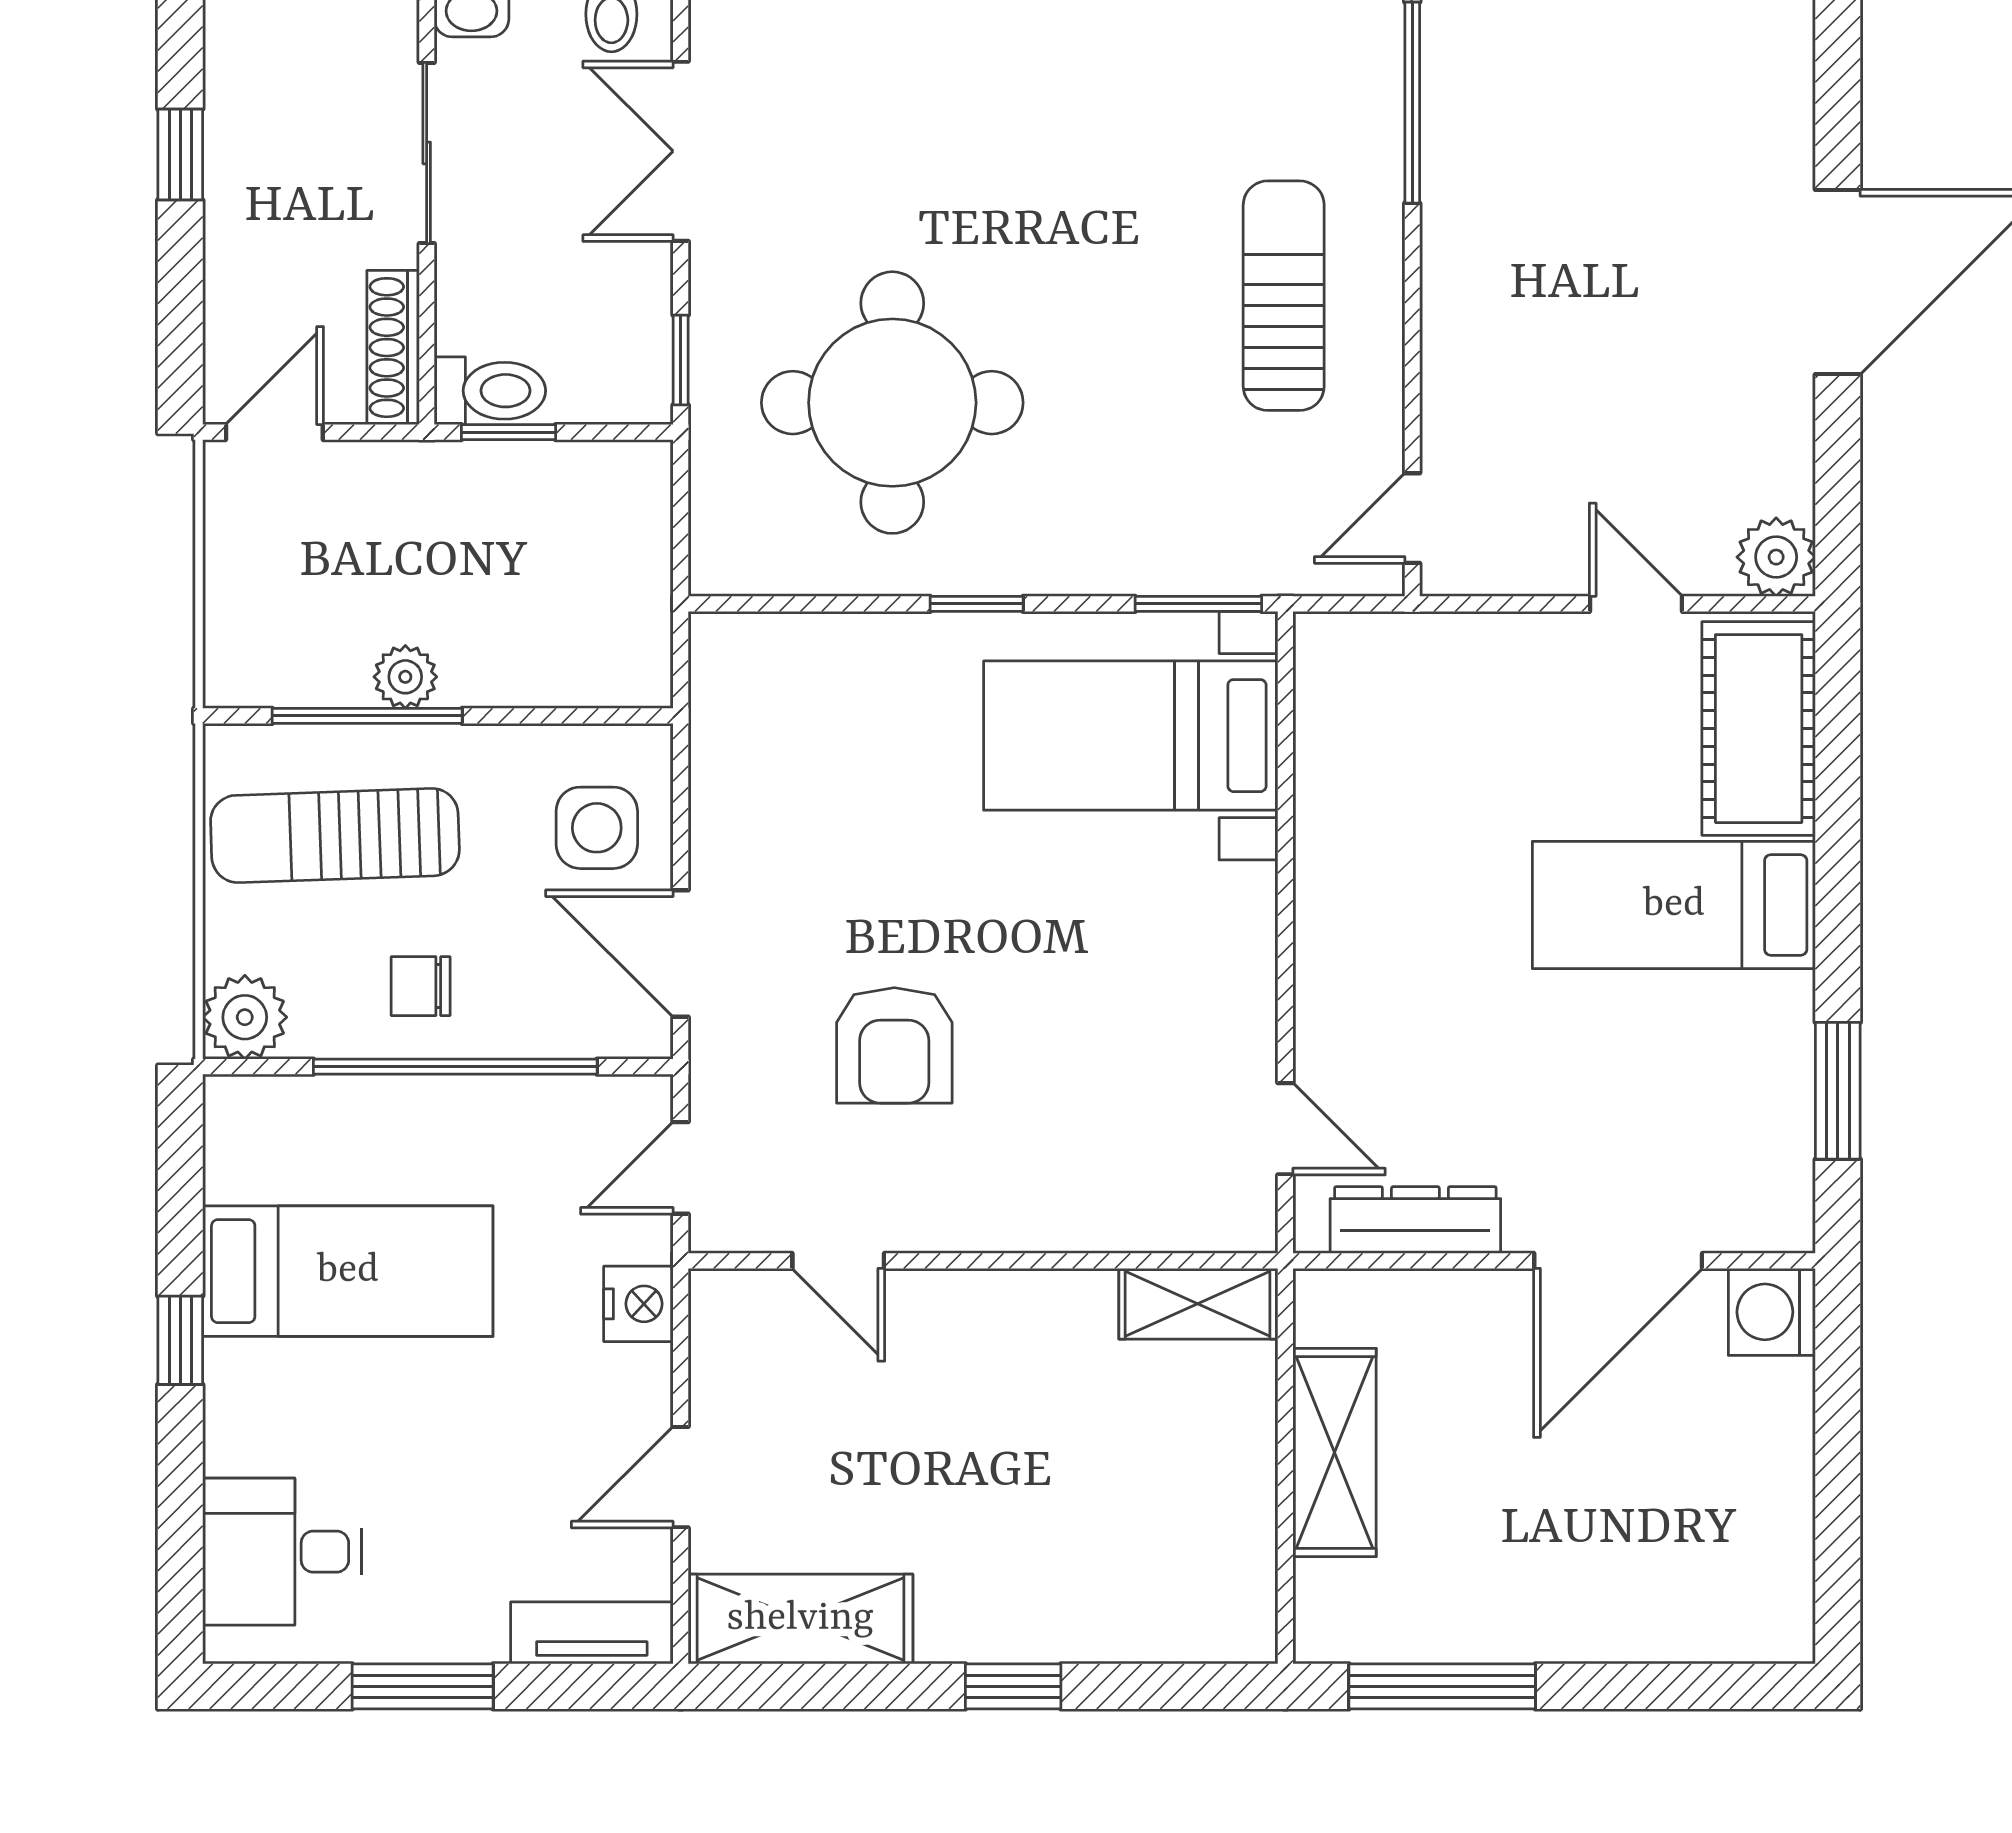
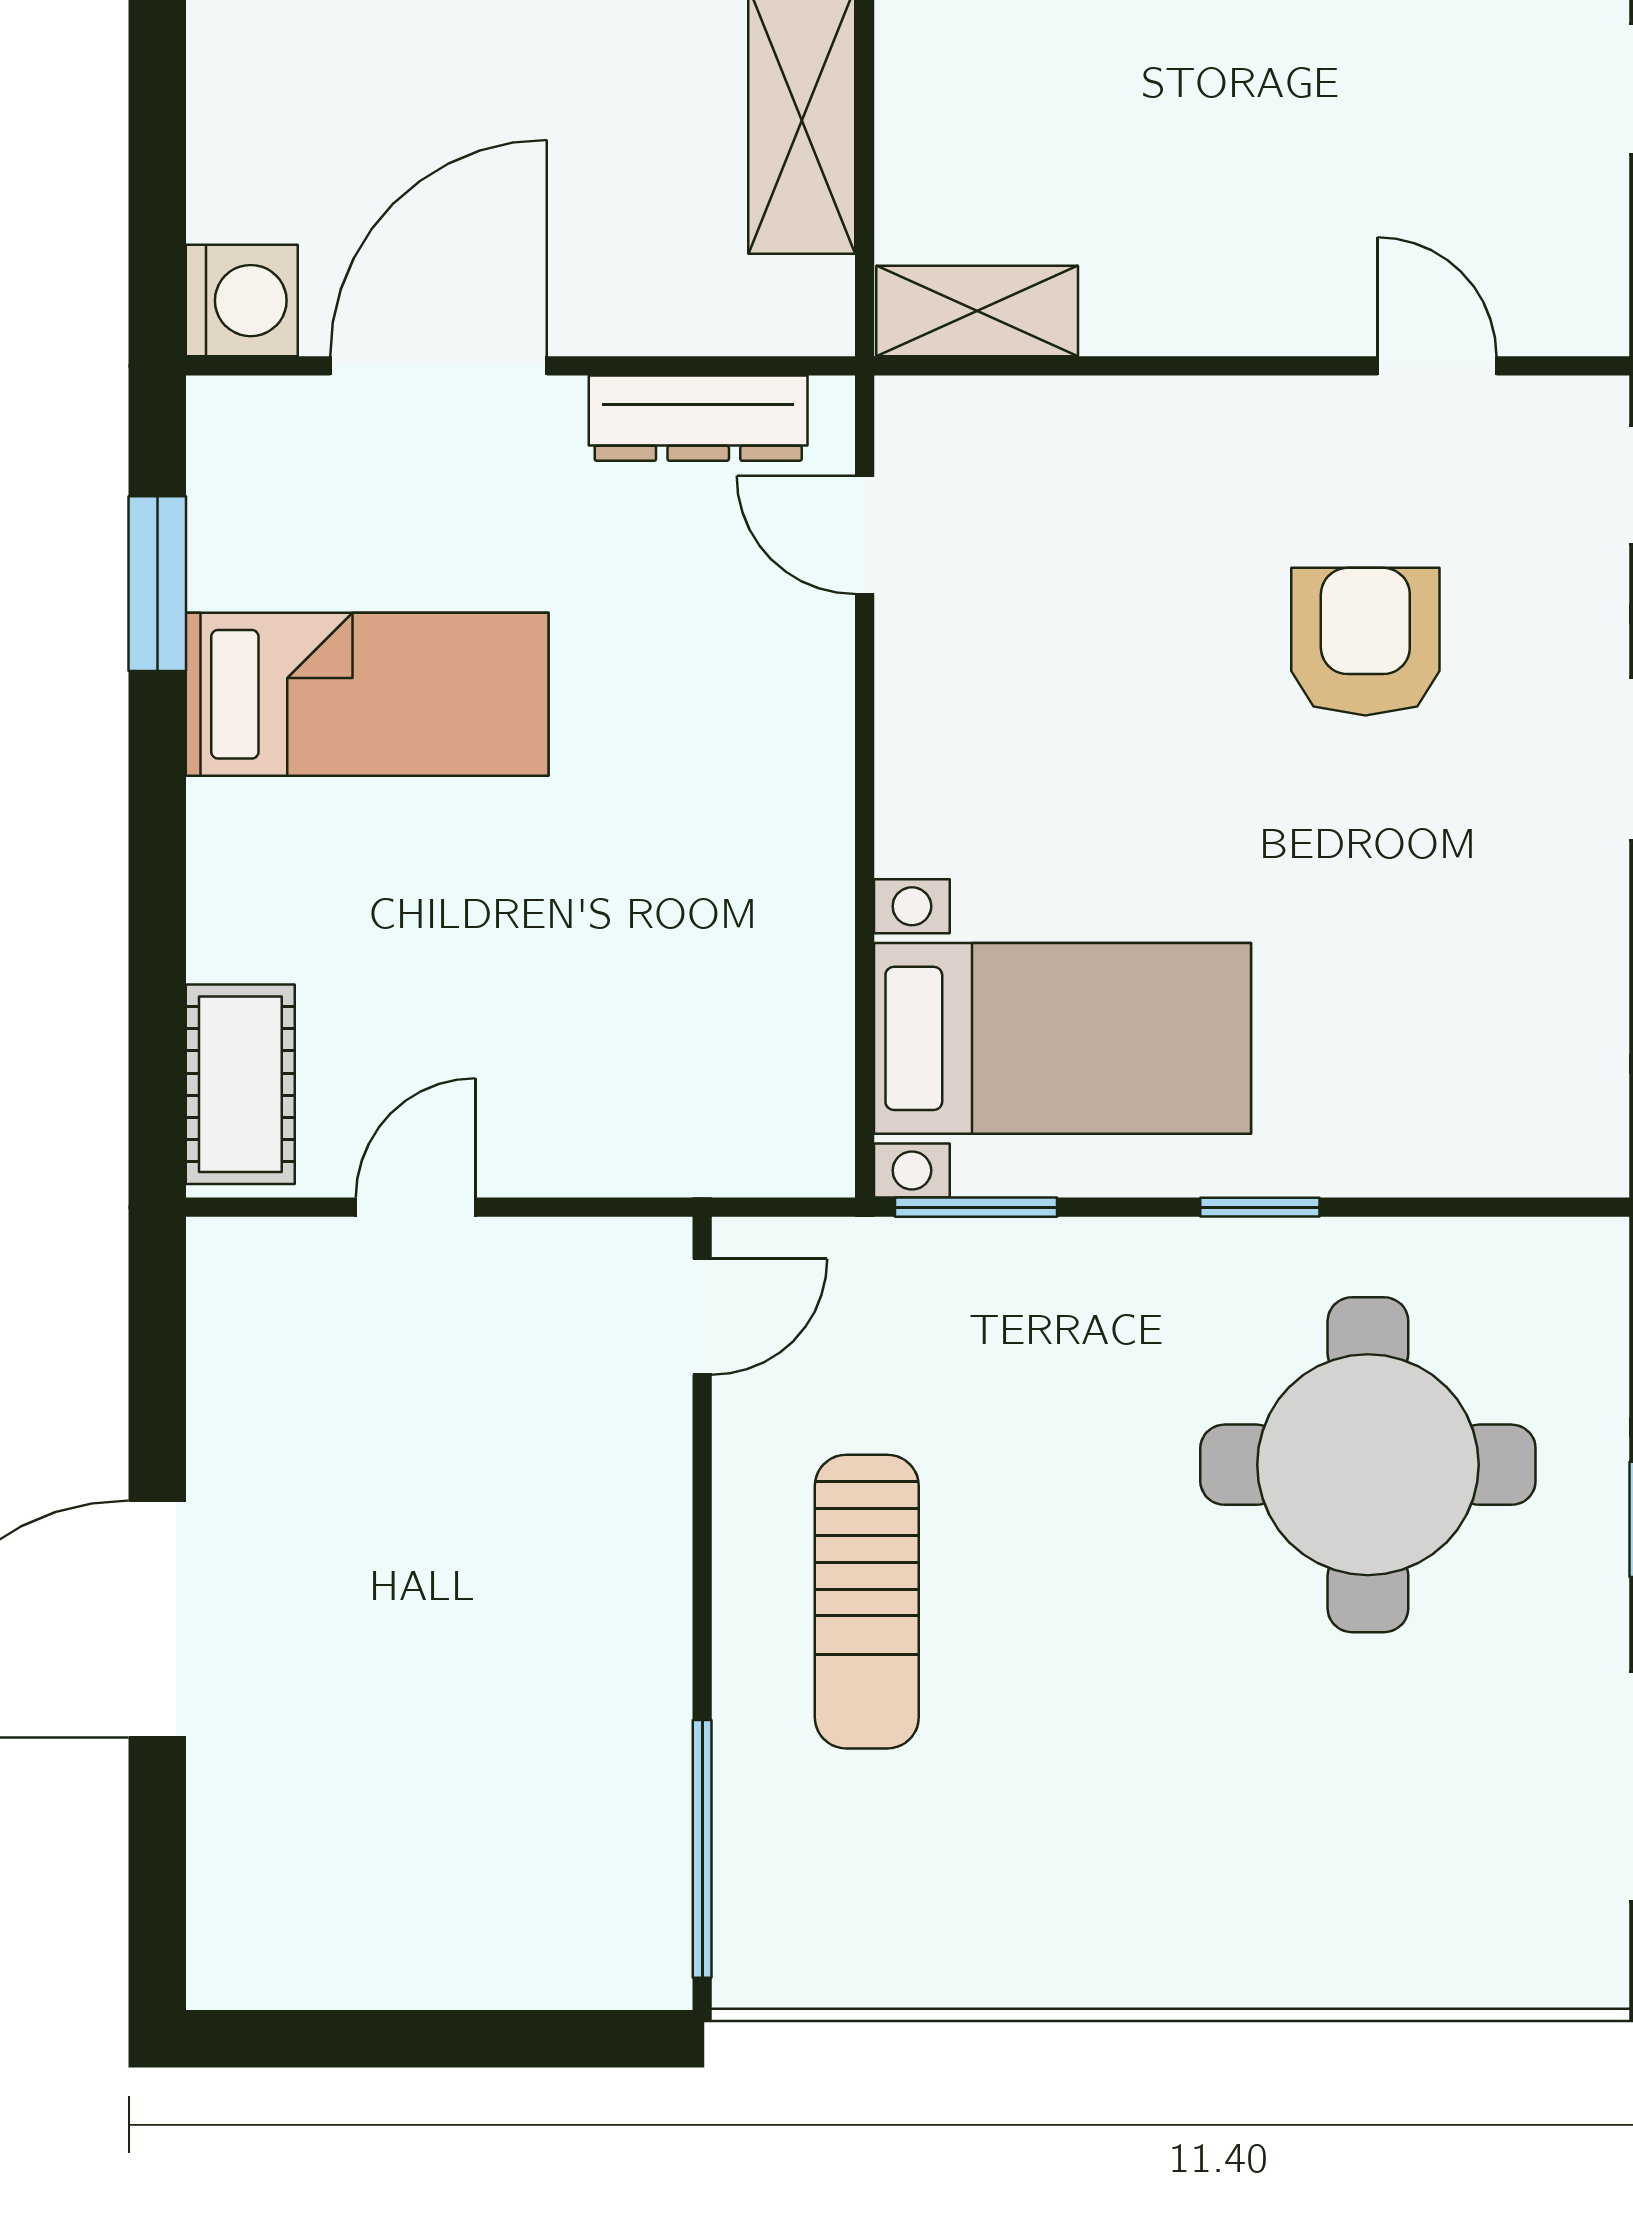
plant: (1776, 557) -> (236, 1267), removed
door: (1636, 604) -> (416, 1207), swing flipped
cot: (1759, 729) -> (240, 1084), width x0.73, depth x0.75
bed: (1674, 905) -> (367, 694), moved

